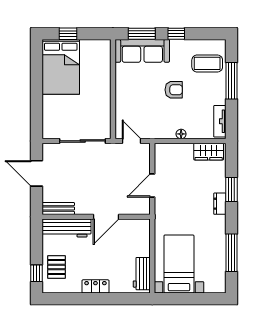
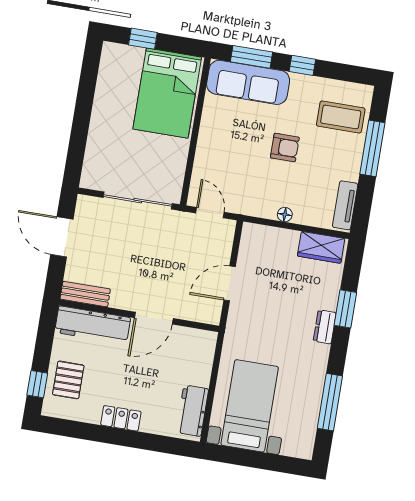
bed: (61, 67) -> (167, 93), moved

